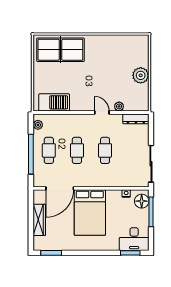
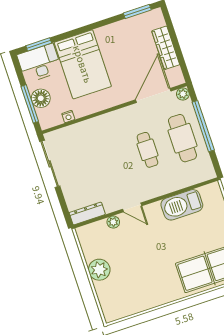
barbecue: (54, 102) -> (182, 205), moved
plant: (38, 125) -> (183, 94), moved
cafe table: (49, 150) -> (182, 138), width x1.37, depth x1.35
cafe table: (105, 150) -> (112, 161), removed
floor lamp: (142, 201) -> (41, 98), moved
bed: (90, 213) -> (83, 64), moved, turned 180

